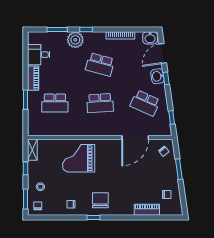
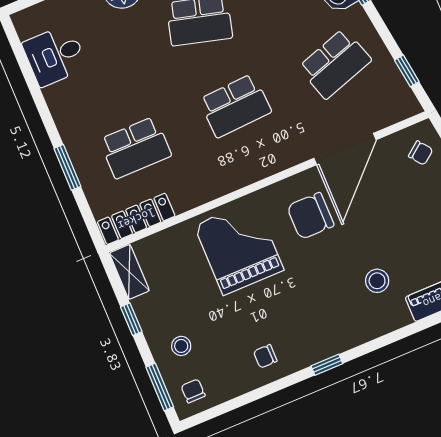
piano: (33, 78) -> (64, 113), removed
school desk: (145, 103) -> (335, 64), turned -42
locker: (44, 131) -> (136, 219), added
grand piano: (79, 158) -> (239, 248), turned 90
stool: (126, 193) -> (377, 281), added
chair: (100, 200) -> (310, 216), moved, turned -90

